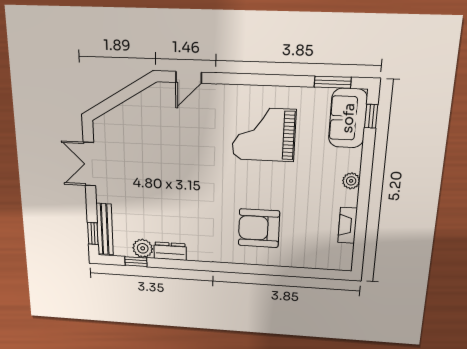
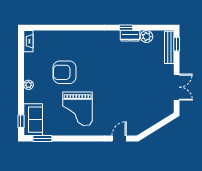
grand piano: (264, 134) -> (78, 109), turned 90
fireplace: (348, 225) -> (28, 41), moved
armchair: (259, 228) -> (64, 72), moved, turned 180
window: (136, 262) -> (126, 28), moved

